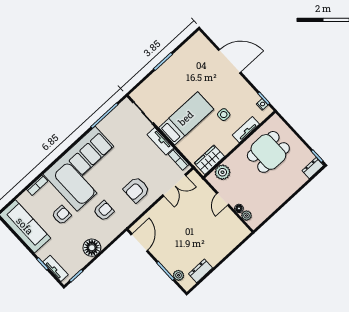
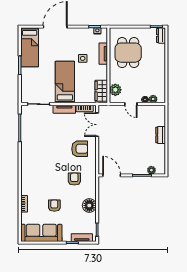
bed: (188, 55) -> (30, 47), added
corner sofa: (86, 169) -> (41, 167), removed
double door: (174, 185) -> (97, 125), swing flipped
armchair: (137, 190) -> (80, 149), turned -90
dresser: (201, 271) -> (161, 135), moved

